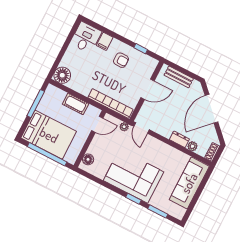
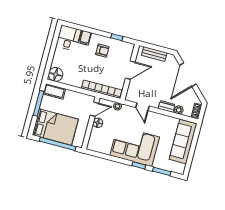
cot: (76, 104) -> (54, 91), moved
door: (142, 128) -> (142, 107), moved
floor lamp: (88, 159) -> (98, 123), moved

